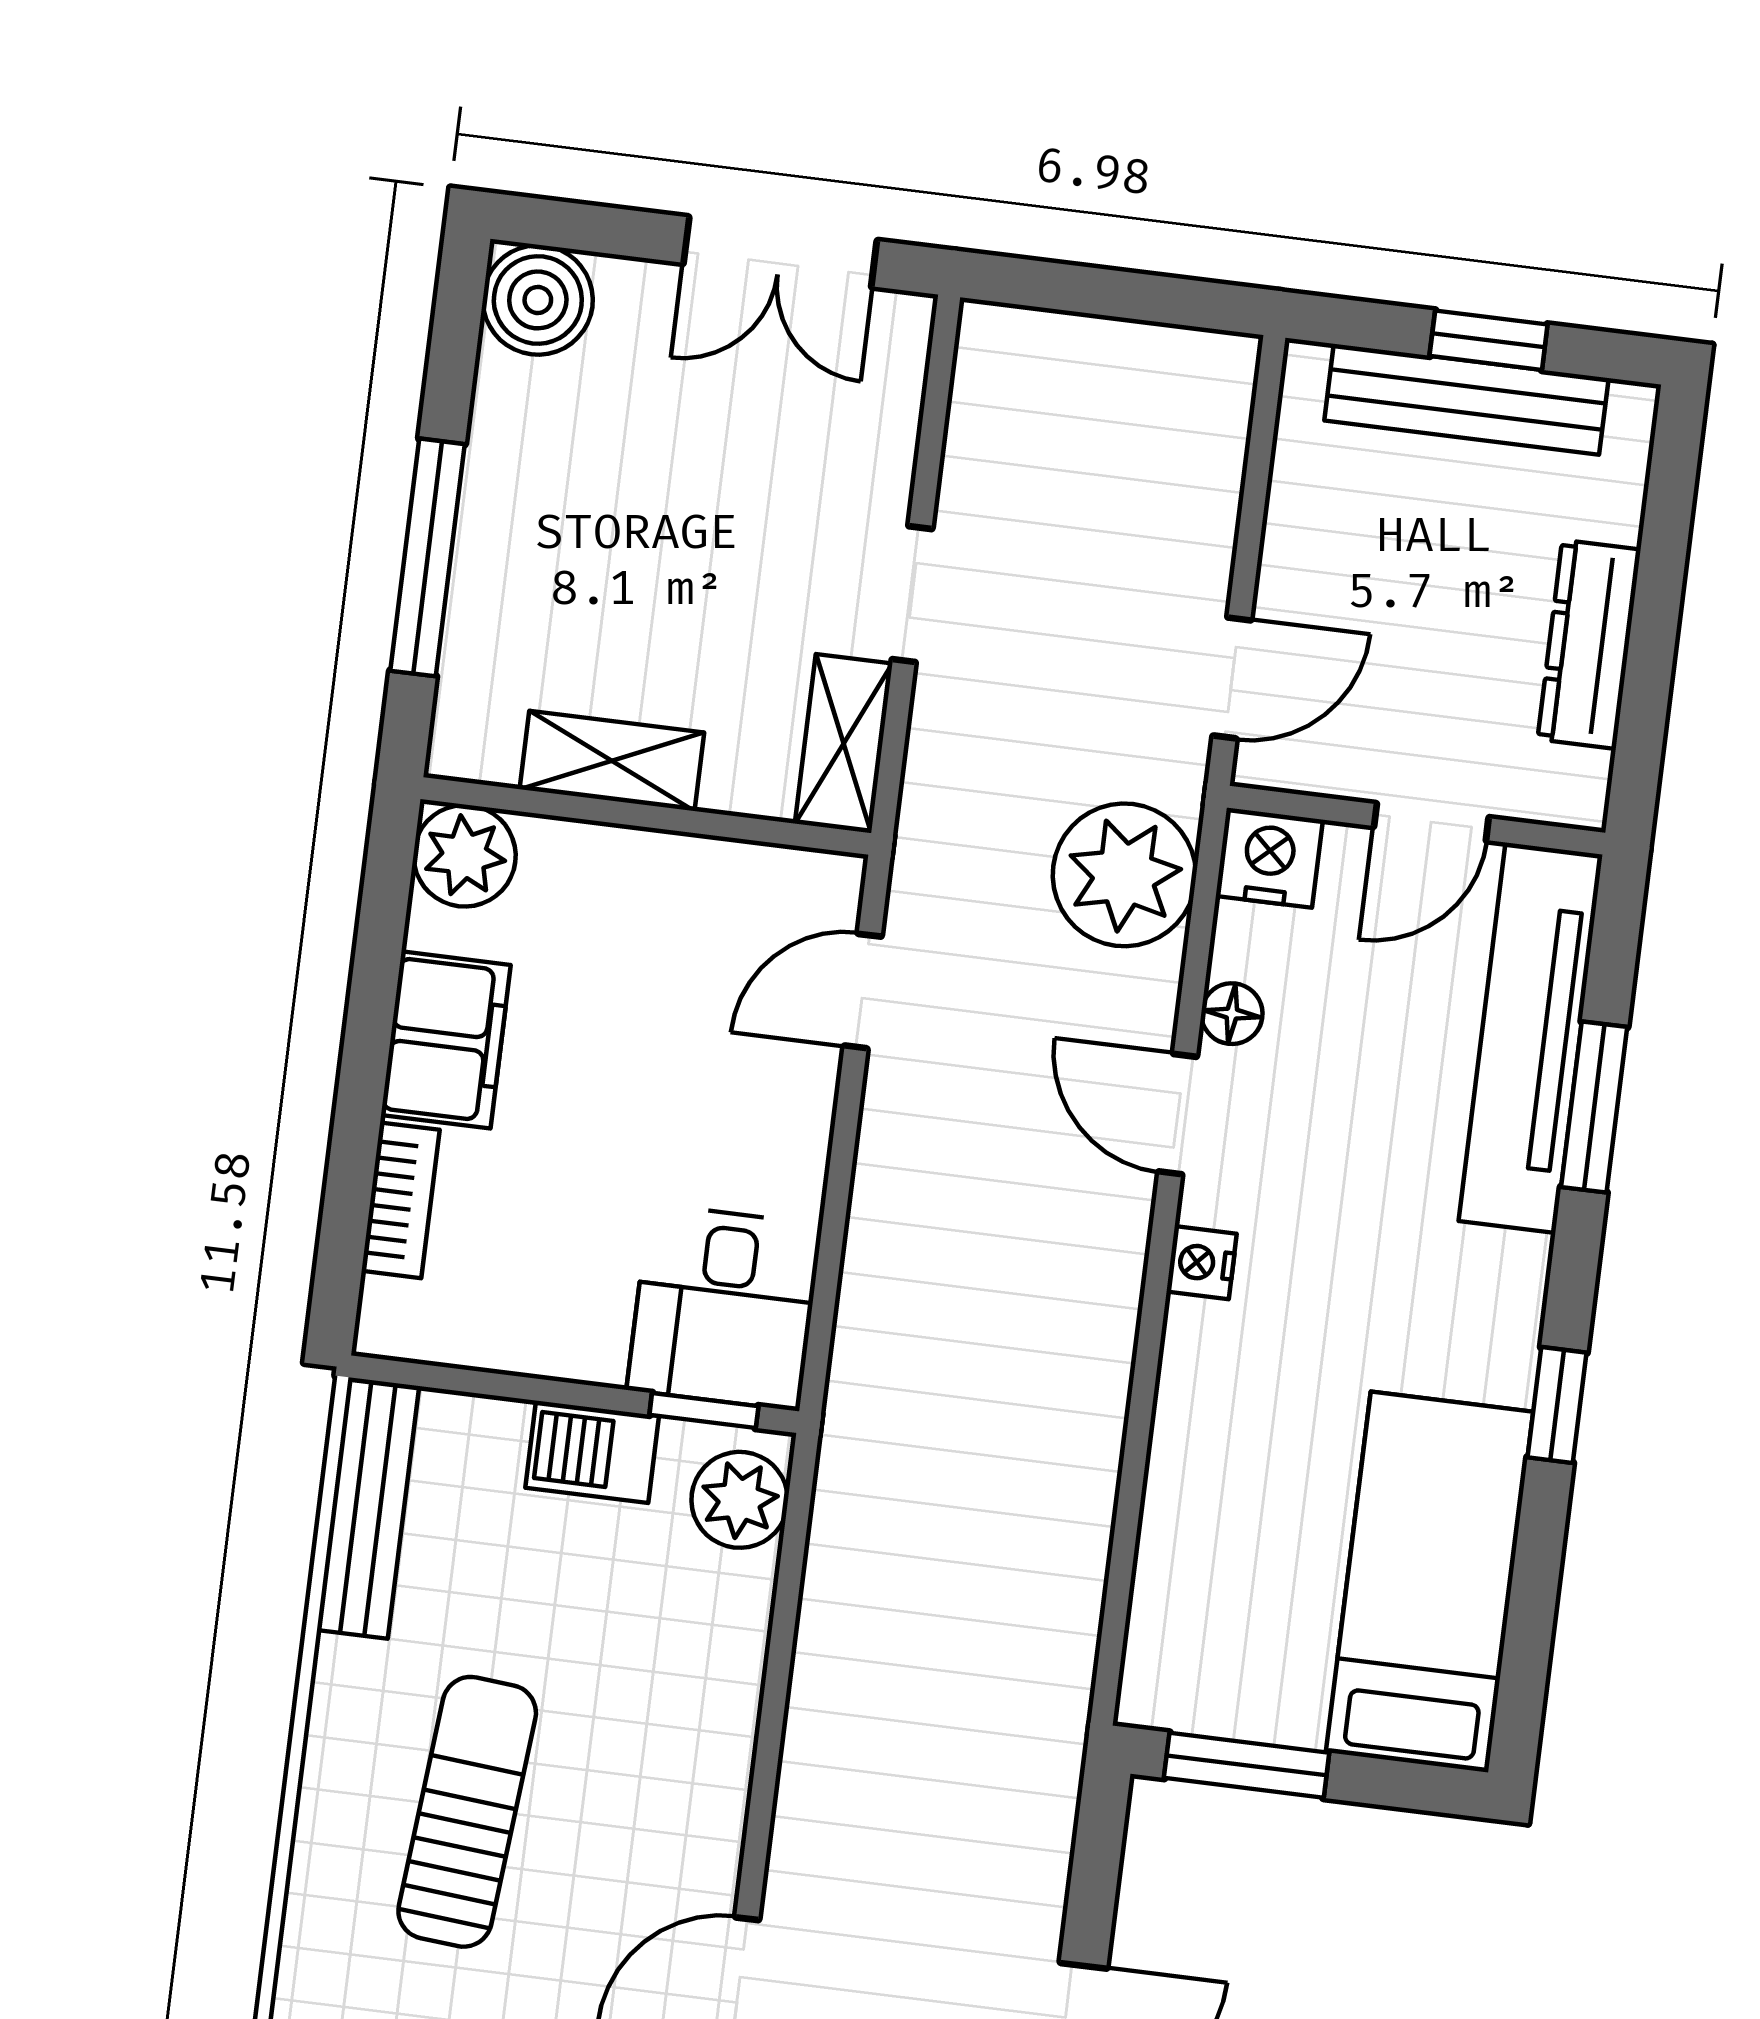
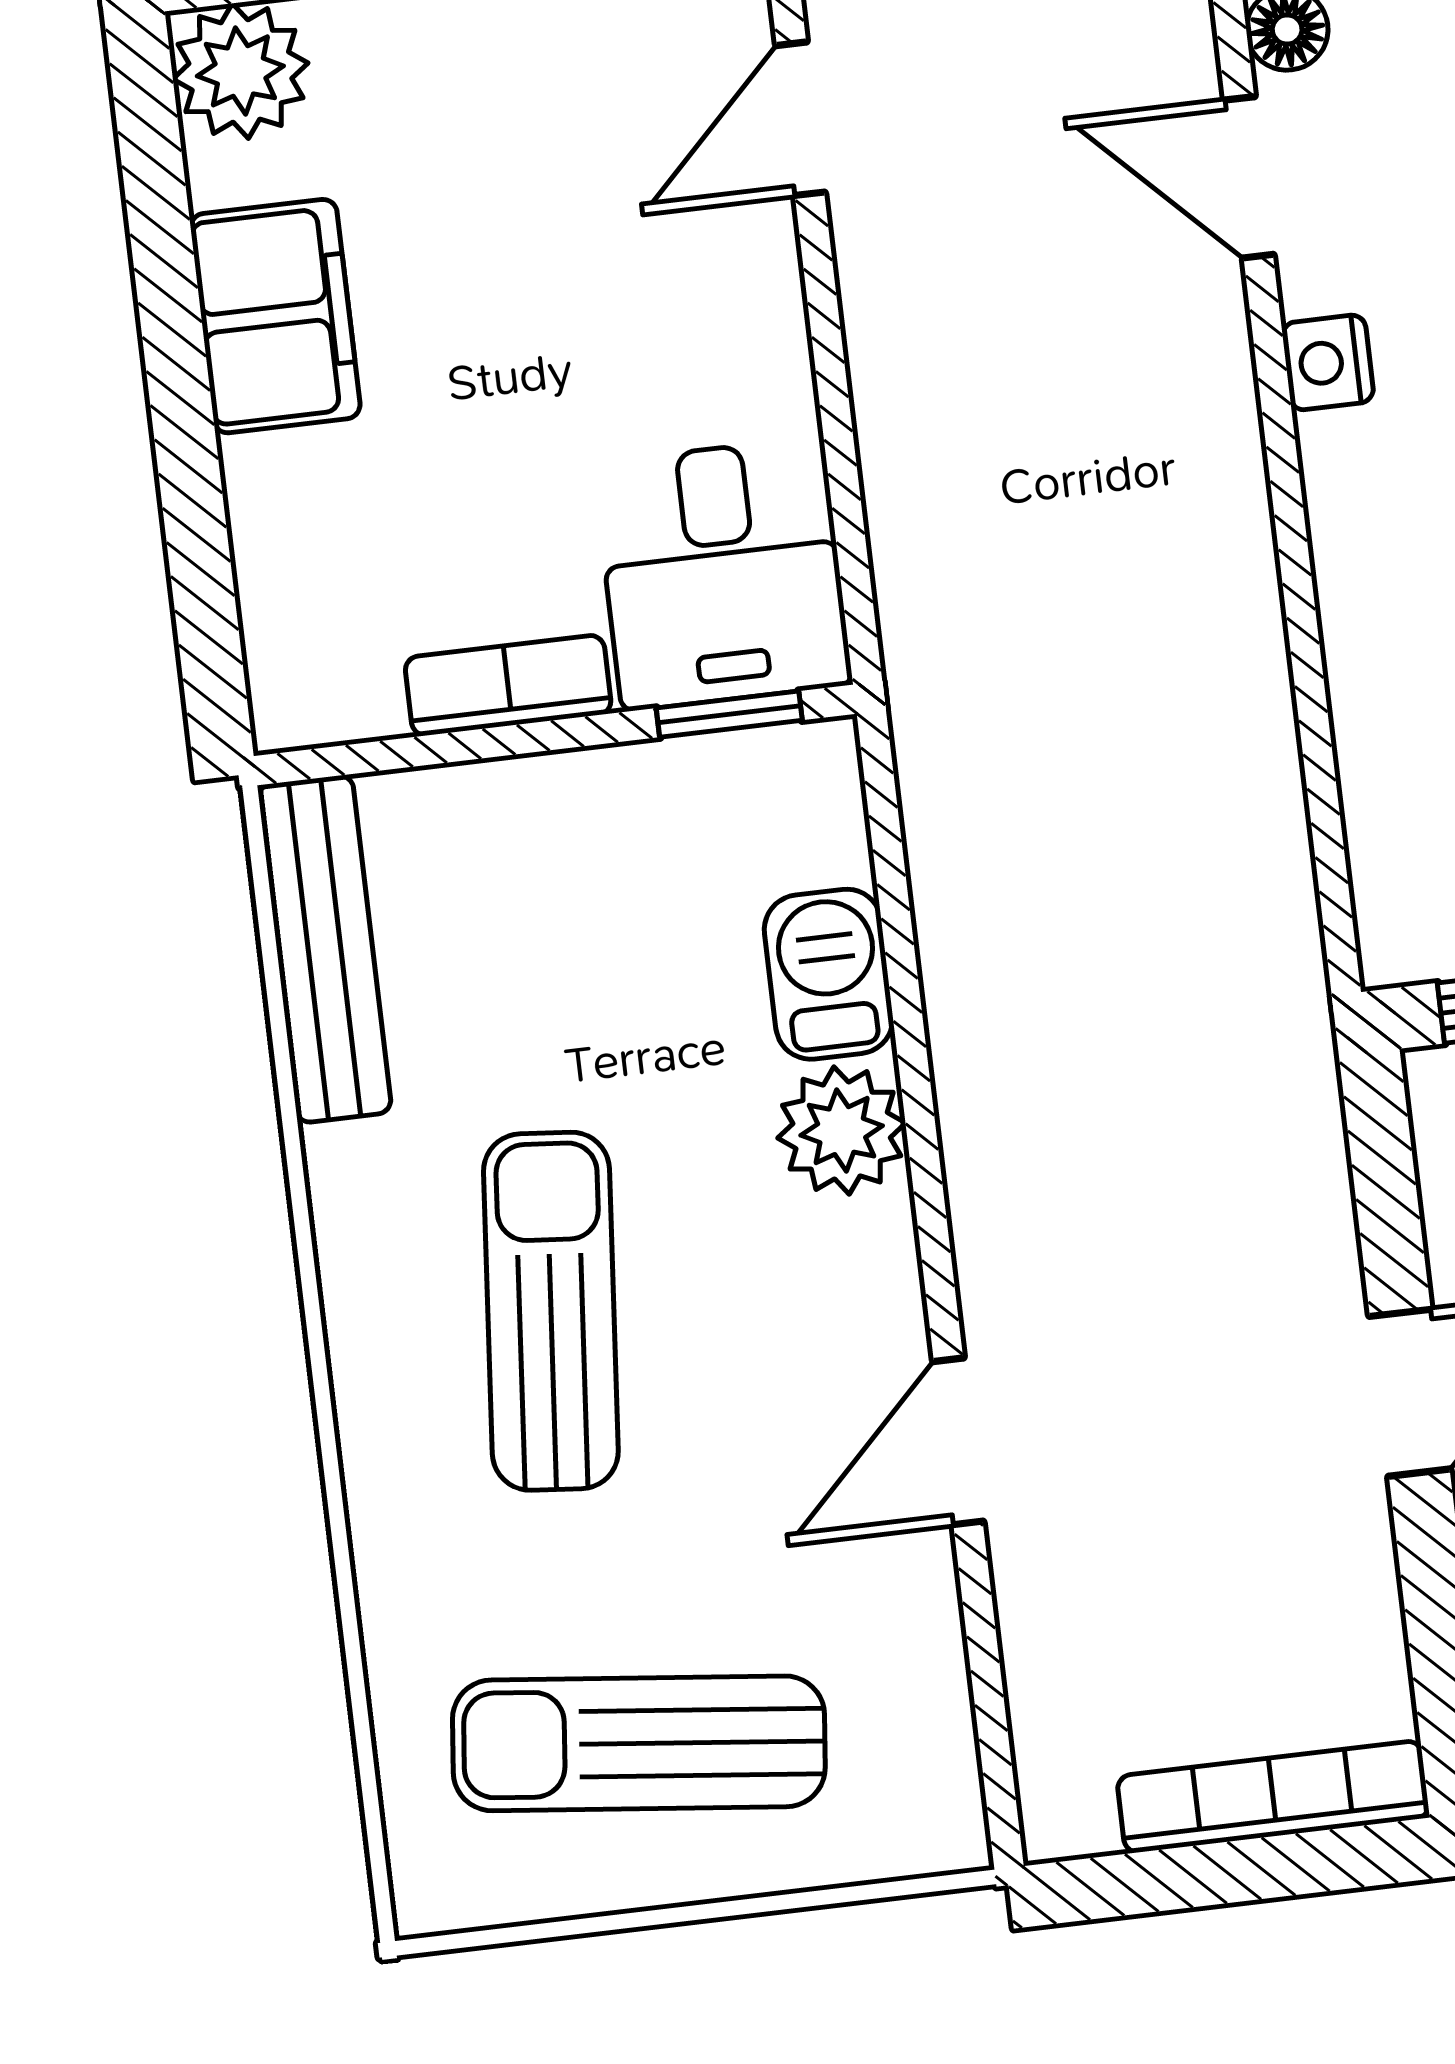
bookcase: (401, 1200) -> (508, 686), moved, turned -90
barbecue: (592, 1452) -> (829, 974), moved, turned 90
plant: (740, 1500) -> (842, 1131), moved

